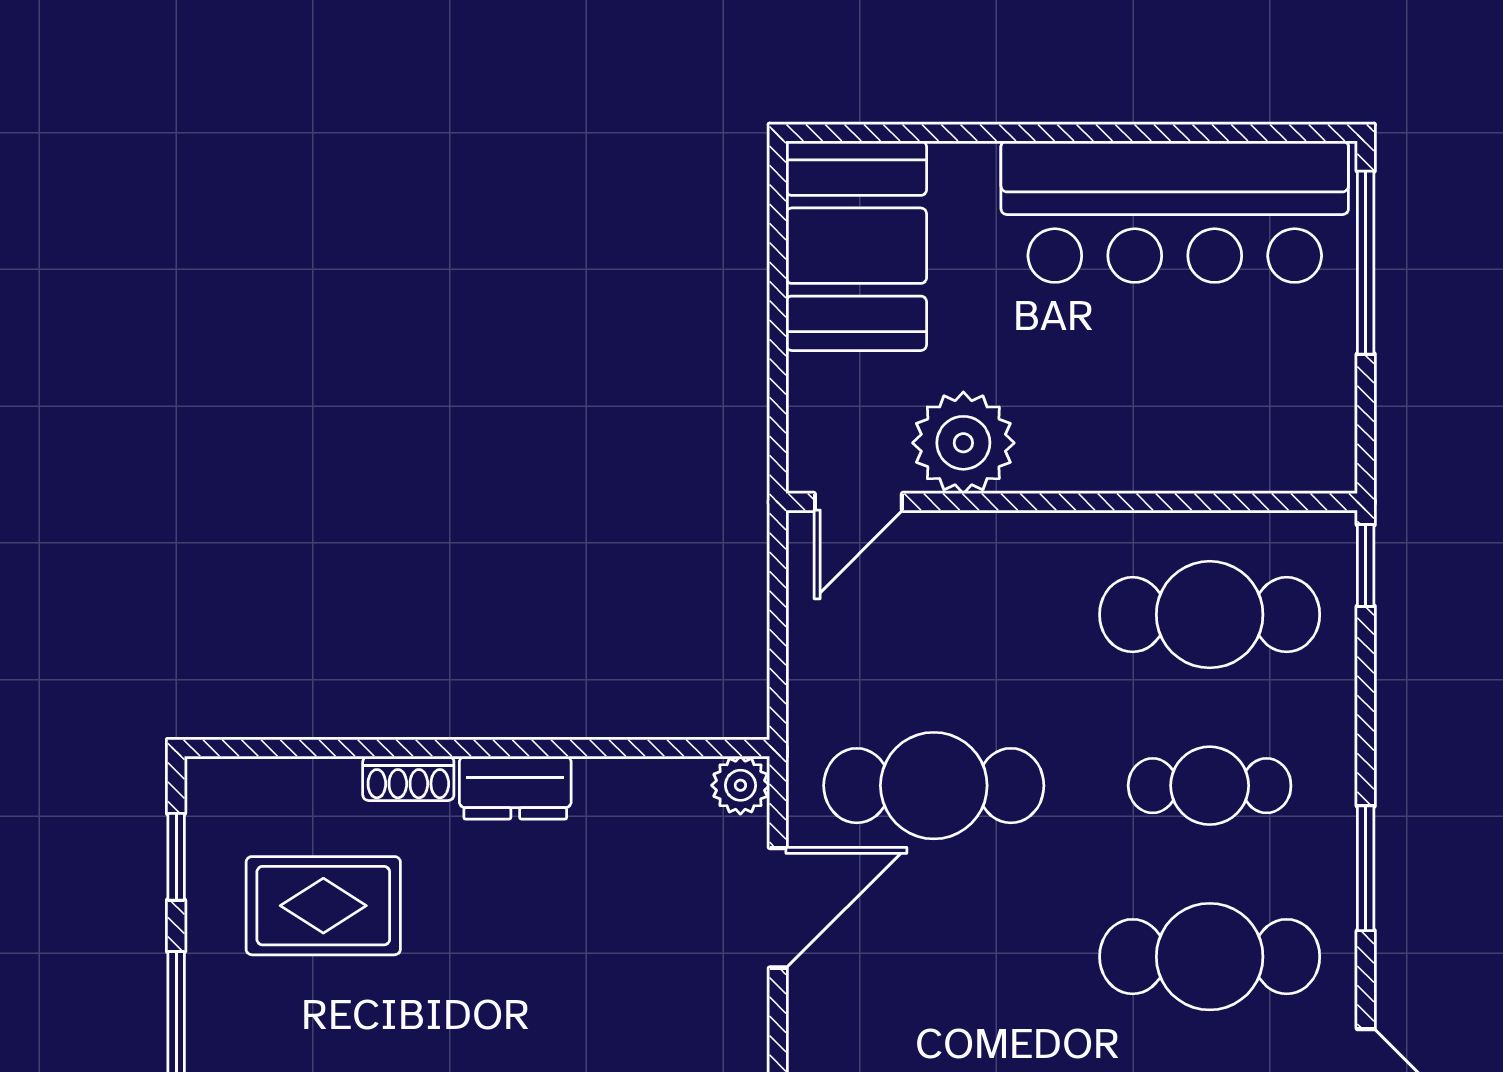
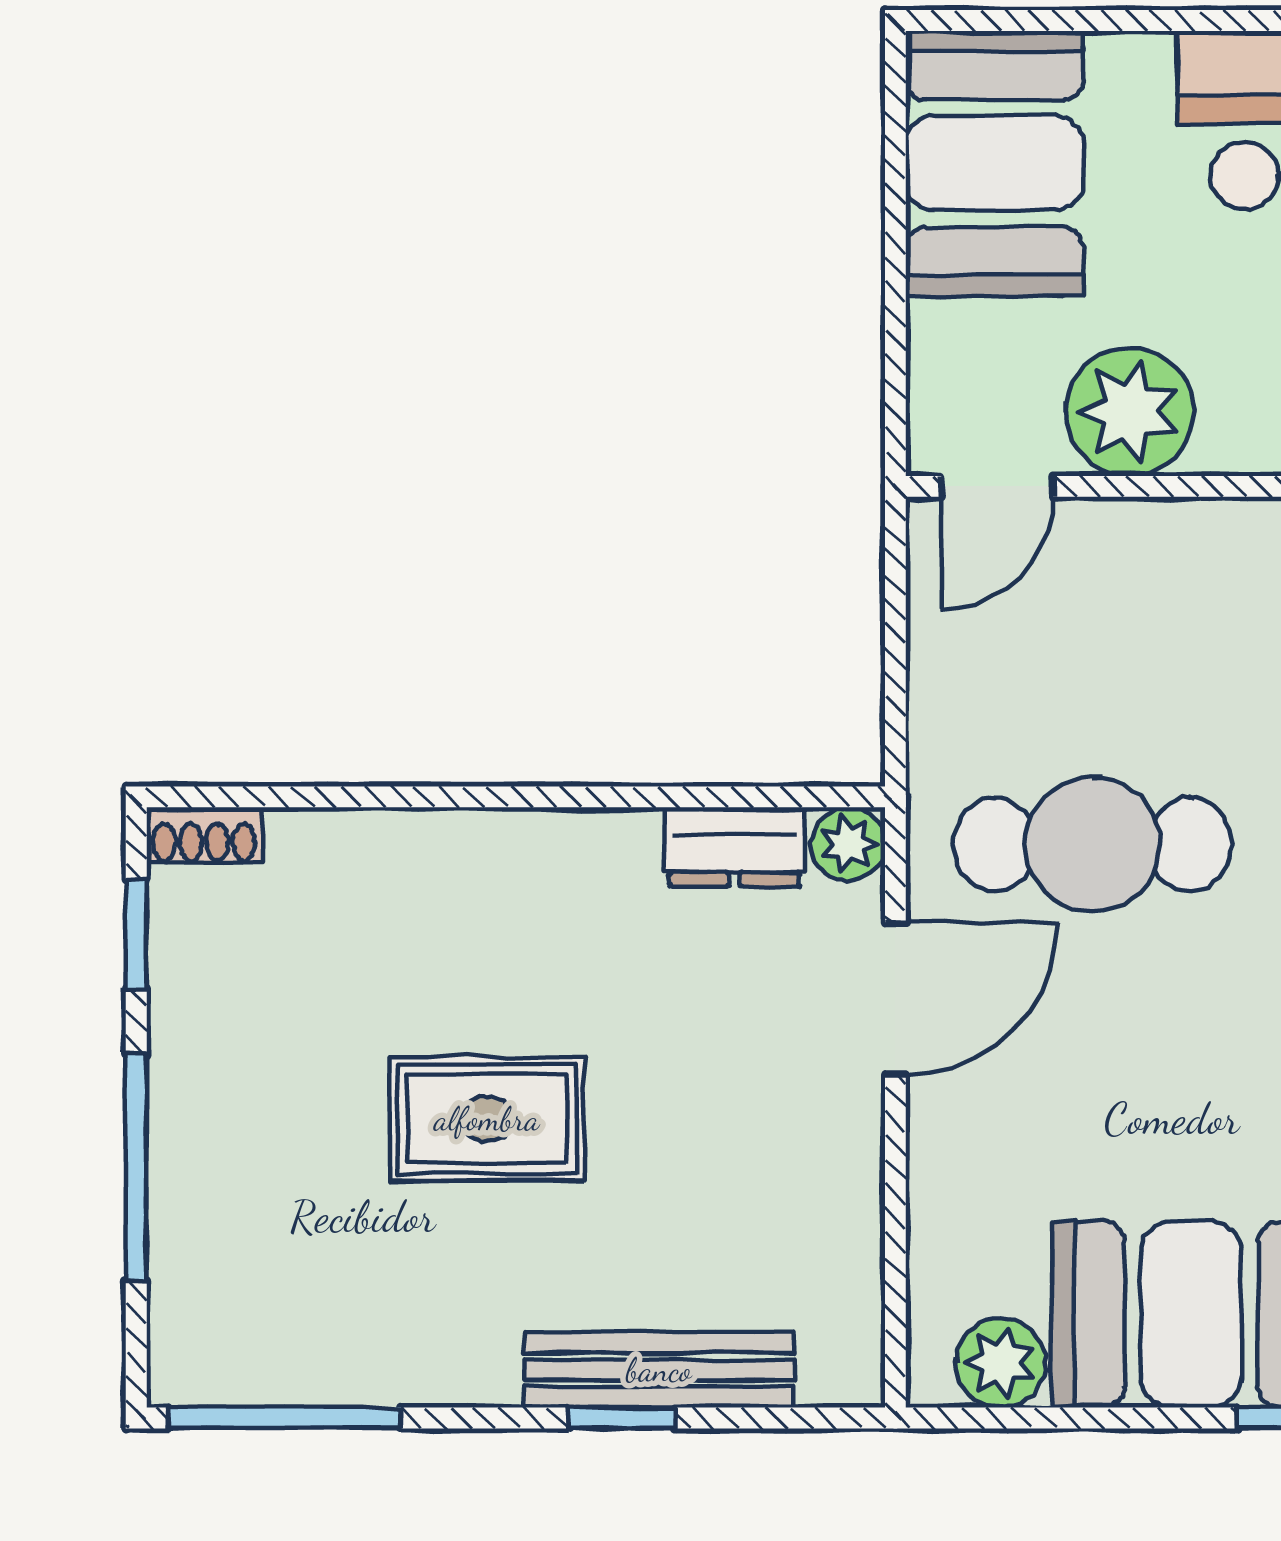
shoe rack: (408, 778) -> (204, 835), moved
dresser: (515, 788) -> (734, 847), moved
rug: (323, 906) -> (487, 1119), moved

